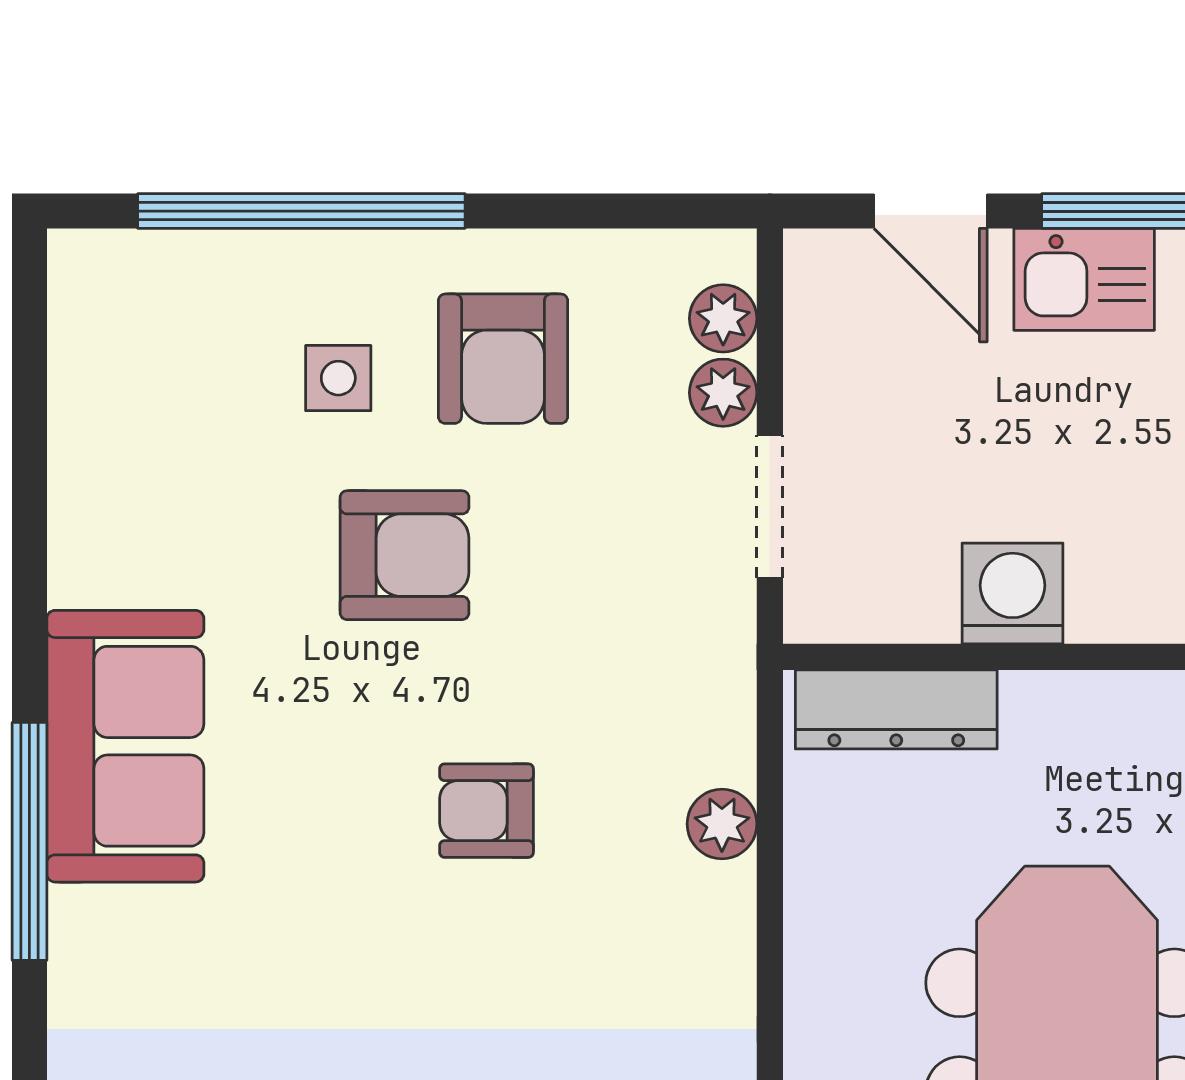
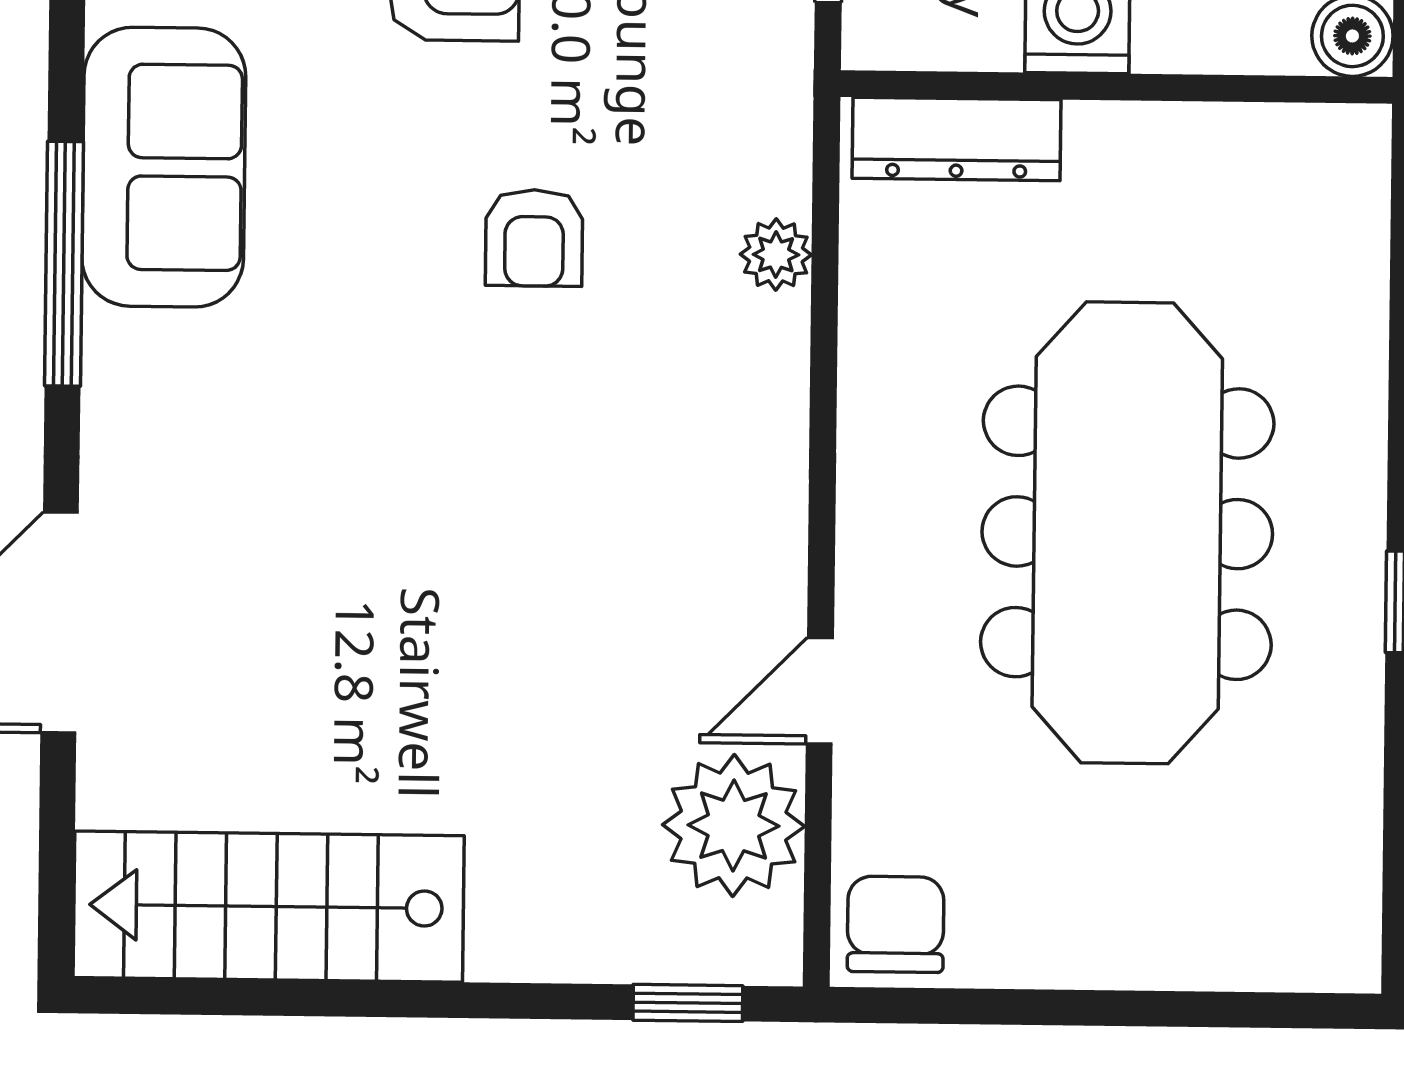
armchair: (487, 811) -> (534, 238), turned -90

